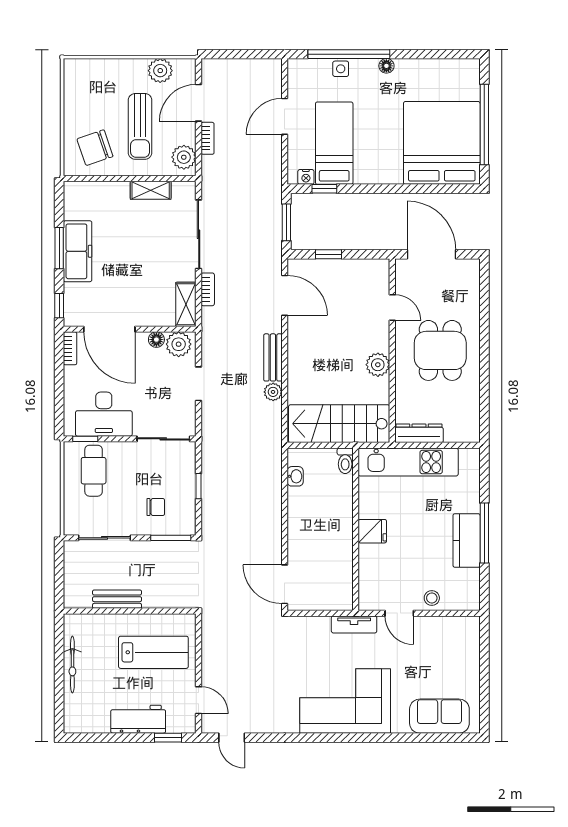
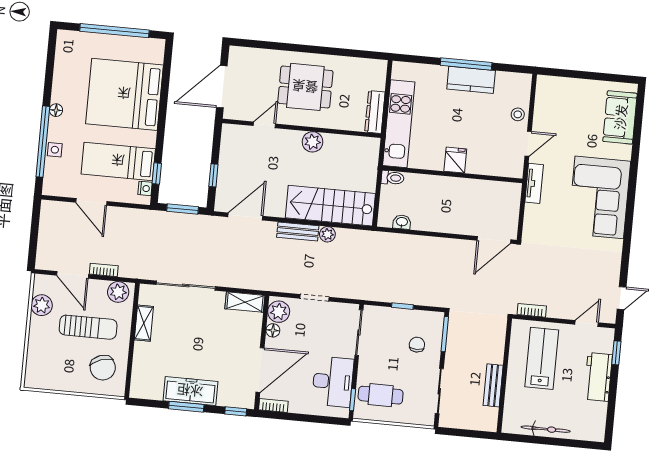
bed: (442, 143) -> (124, 94), moved
bookcase: (208, 289) -> (532, 310), moved
stairs: (339, 424) -> (330, 206), moved, turned 90

